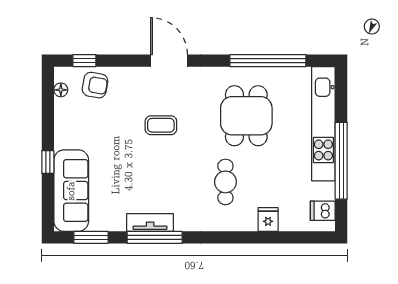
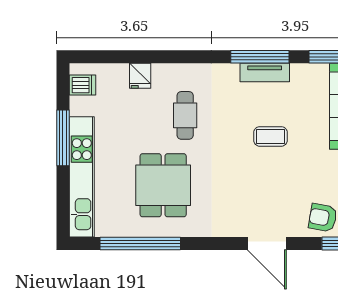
door: (169, 61) -> (267, 243), moved
coffee table: (161, 125) -> (271, 136), moved
window: (341, 161) -> (63, 138), width x0.68

